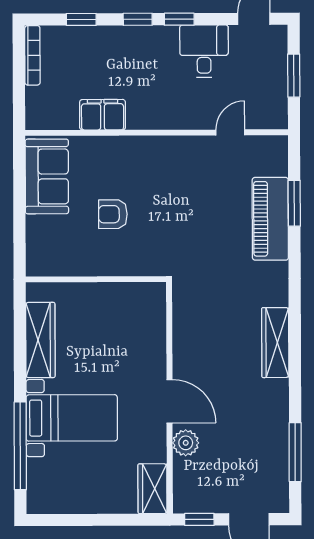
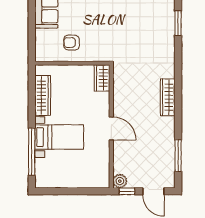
armchair: (113, 214) -> (71, 43), moved
piano: (270, 219) -> (165, 31), removed
plant: (186, 443) -> (120, 181), moved
wardrobe: (152, 489) -> (102, 78), moved

